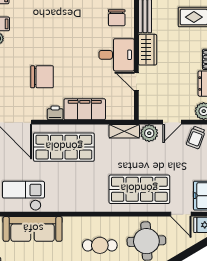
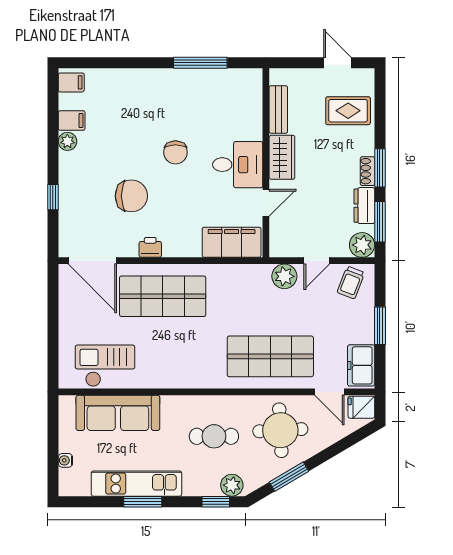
chair: (117, 18) -> (175, 152), moved
door: (136, 82) -> (266, 203), swing flipped
filing cabinet: (85, 109) -> (232, 242), moved
shelving: (124, 131) -> (249, 274), removed

